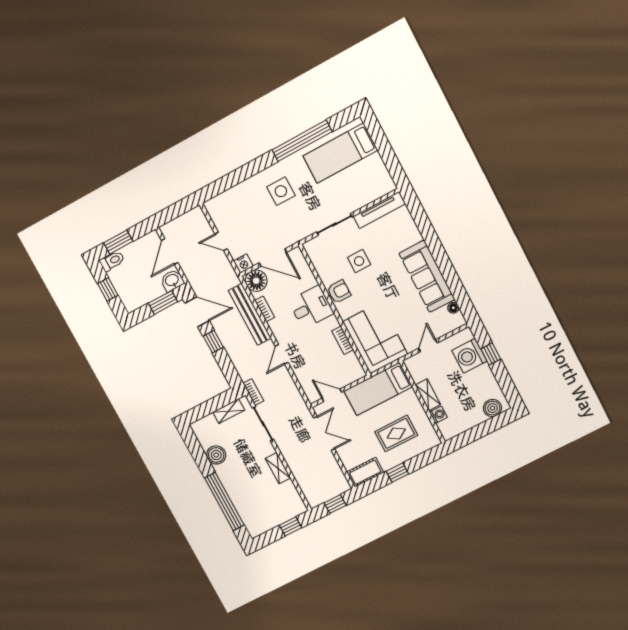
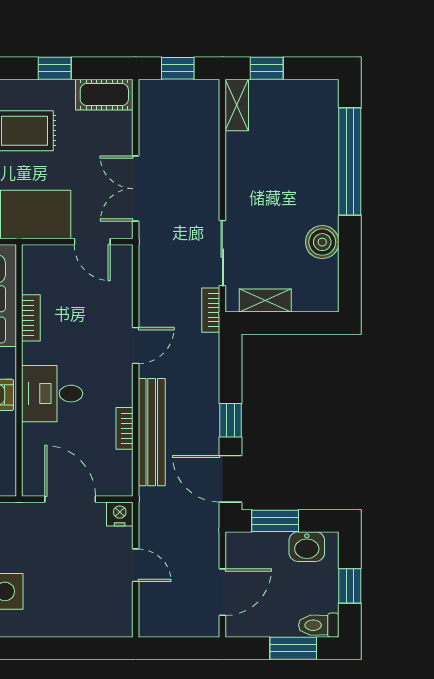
washbasin: (172, 280) -> (307, 547), moved
floor lamp: (256, 281) -> (114, 478), removed
shelving: (278, 468) -> (237, 105), moved

